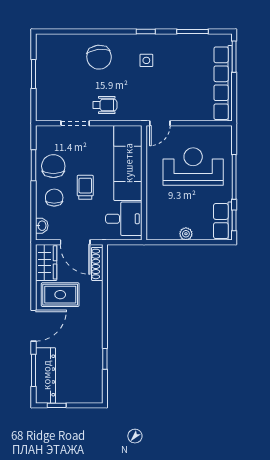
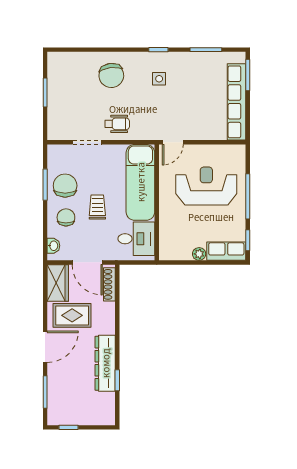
row of seats: (223, 221) -> (226, 251), moved, turned 90
dresser: (46, 375) -> (105, 363), moved, turned 180

